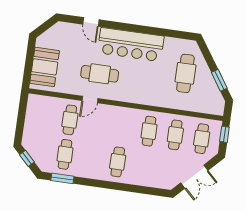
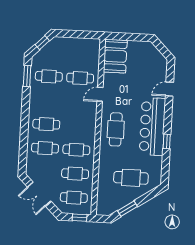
window: (149, 30) -> (167, 141), added
booth: (45, 67) -> (115, 56), moved, turned 90
cafe table: (100, 74) -> (116, 129), moved
door: (90, 100) -> (100, 94), hinge flipped
cafe table: (144, 166) -> (45, 148), added

